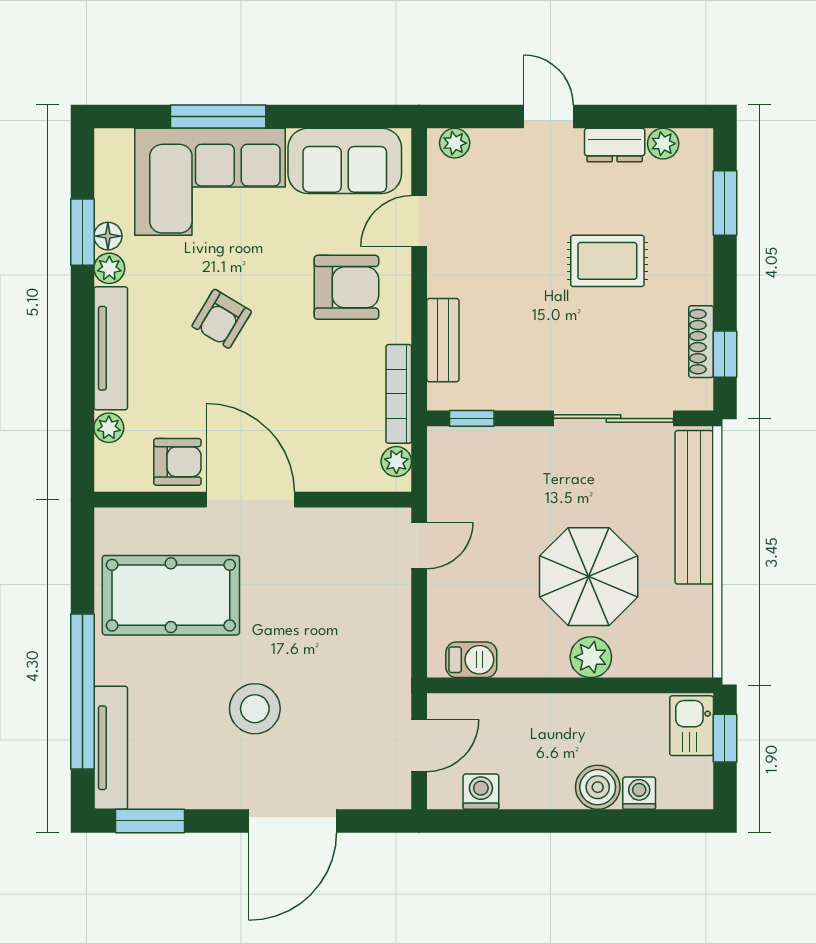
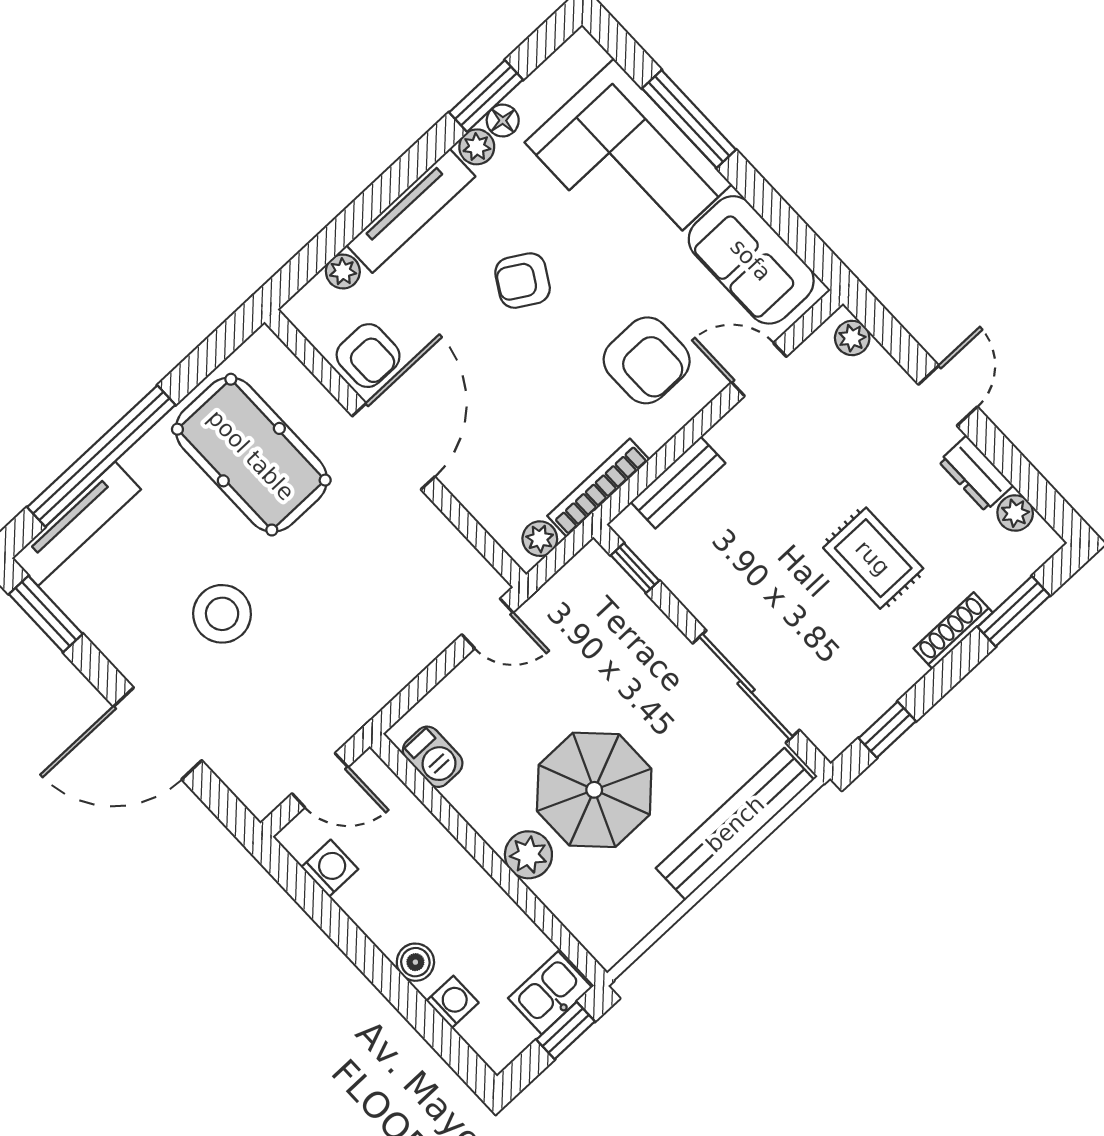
shoe rack: (701, 342) -> (953, 631), moved
boiler: (598, 787) -> (415, 962), width x0.73, depth x0.73

